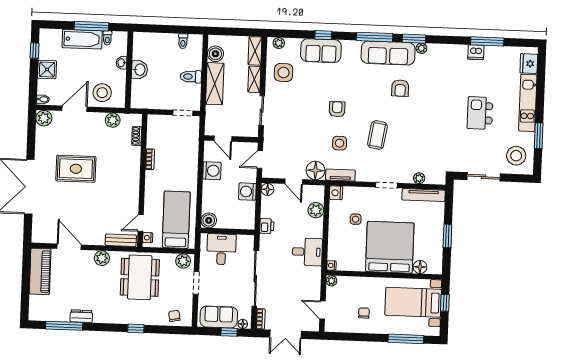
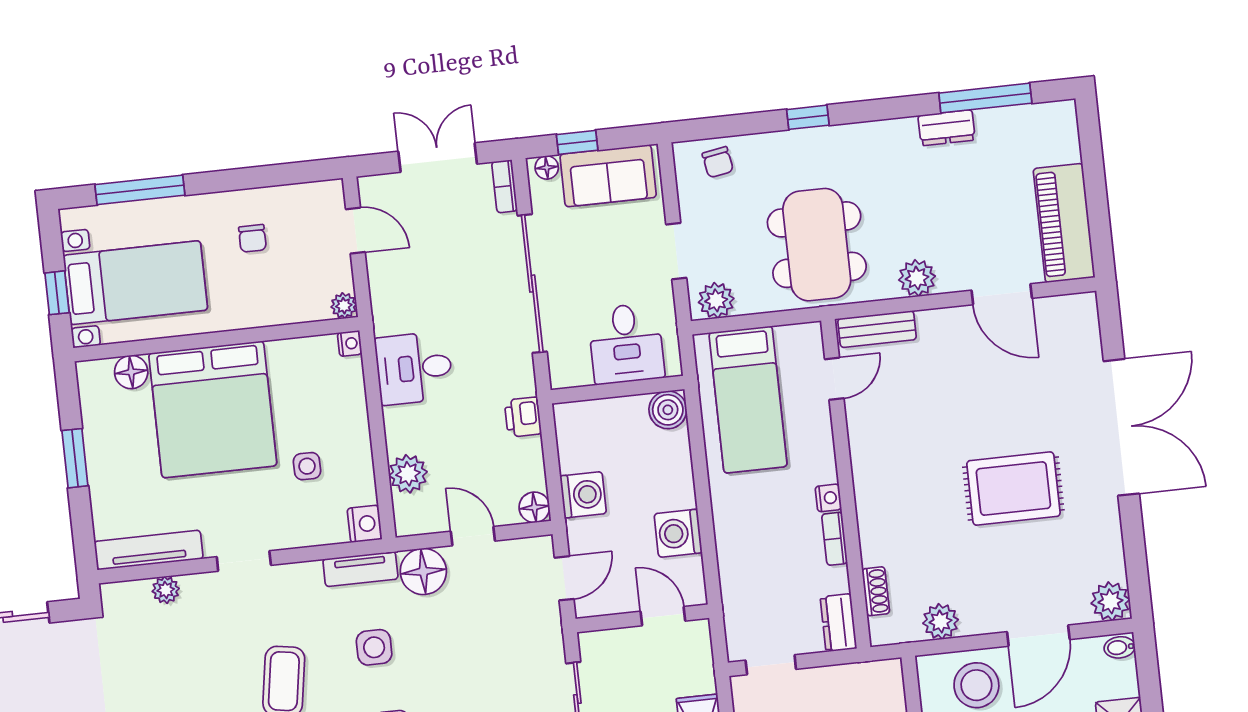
dresser: (153, 126) -> (838, 623), added
nightstand: (148, 238) -> (828, 498), moved

